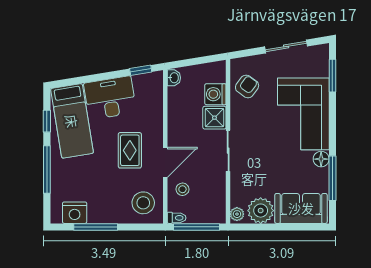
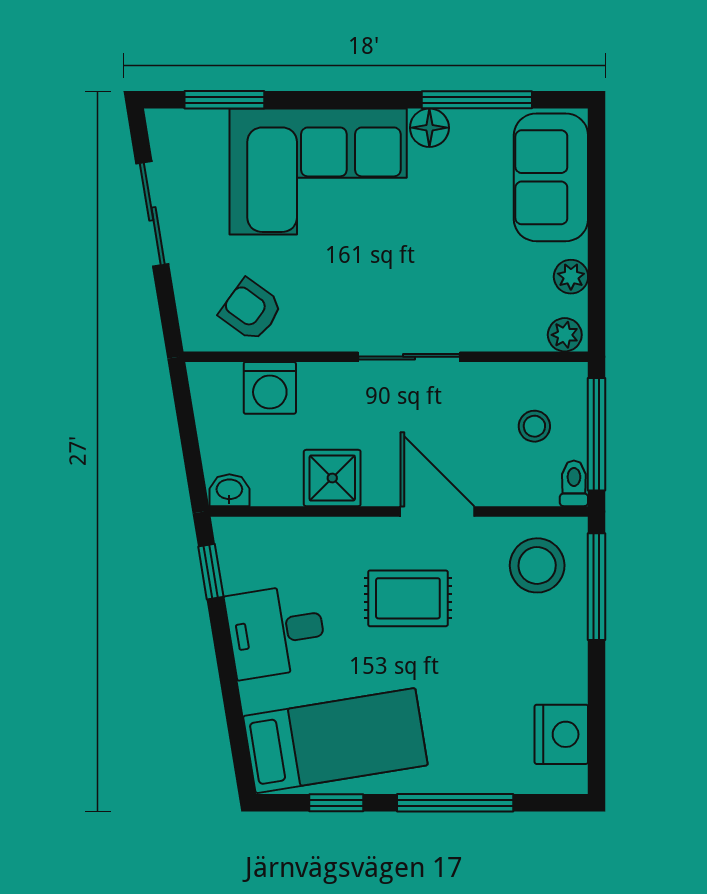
desk: (110, 98) -> (276, 631), width x0.73
shower: (214, 118) -> (332, 478), moved
stool: (182, 189) -> (534, 426), moved
plant: (261, 211) -> (571, 277), width x0.53, depth x0.53
window: (96, 227) -> (597, 587), moved

